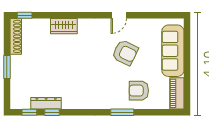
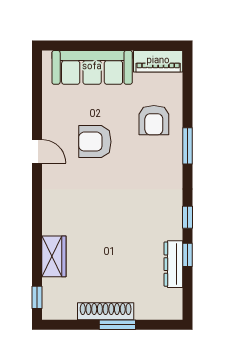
wardrobe: (64, 26) -> (54, 256), moved
shoe rack: (16, 36) -> (106, 311), moved
armchair: (125, 53) -> (95, 142), turned -116
window: (29, 112) -> (187, 217), moved

